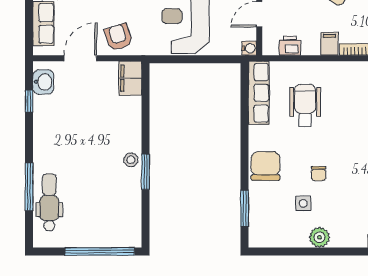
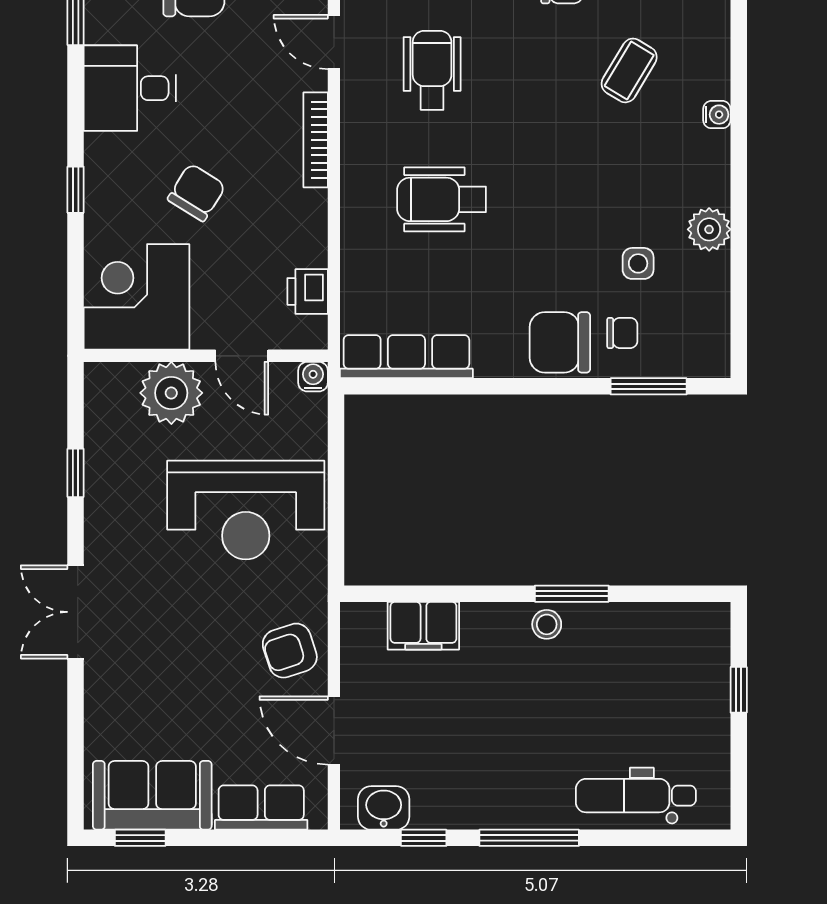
filing cabinet: (329, 44) -> (304, 209), removed
filing cabinet: (130, 78) -> (423, 626), moved
wheelchair: (305, 105) -> (441, 199), moved
chair: (319, 174) -> (622, 333), moved
window: (29, 187) -> (529, 838), moved
window: (100, 251) -> (739, 690), width x0.32

